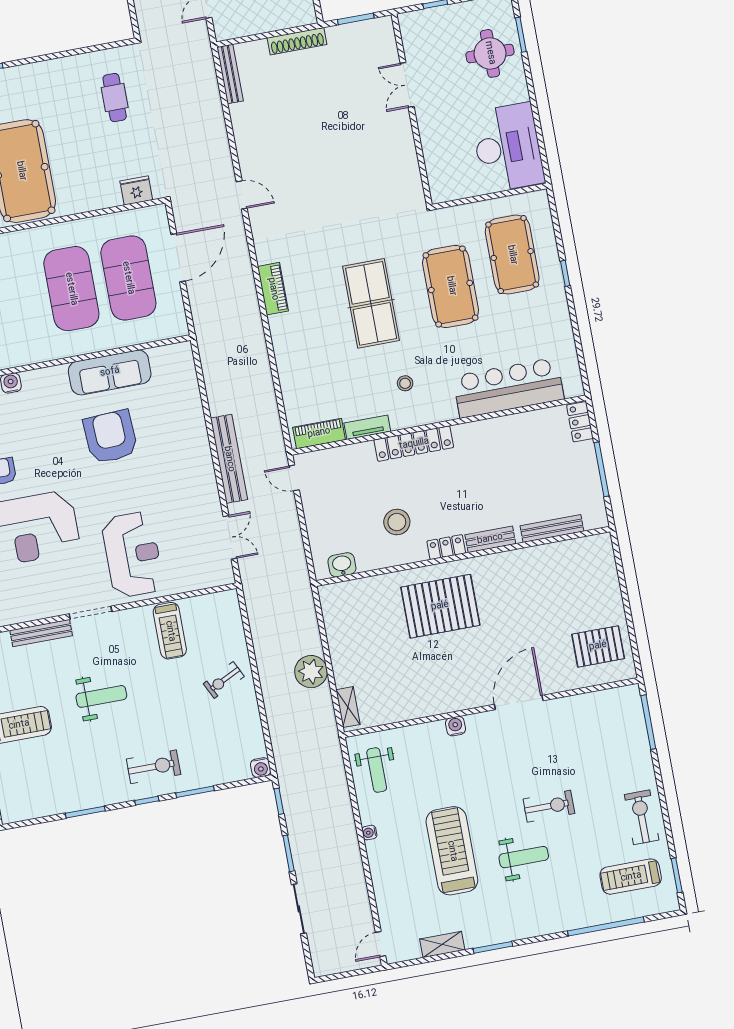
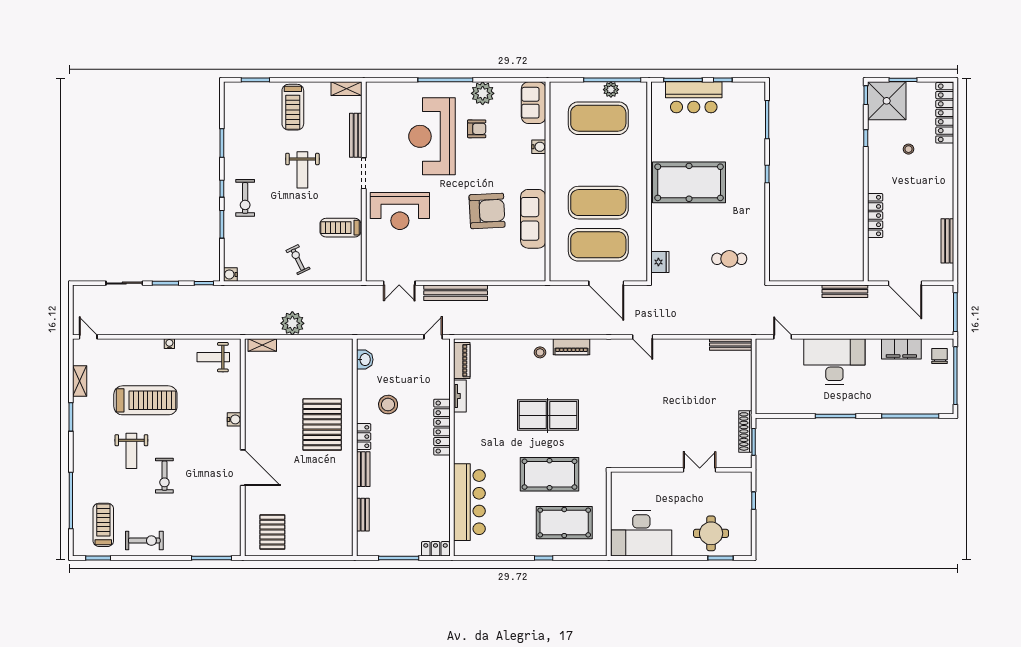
shoe rack: (297, 41) -> (745, 431), moved
door: (242, 195) -> (643, 337), hinge flipped
stool: (405, 383) -> (540, 352), moved
bench: (552, 528) -> (363, 515), width x0.73

